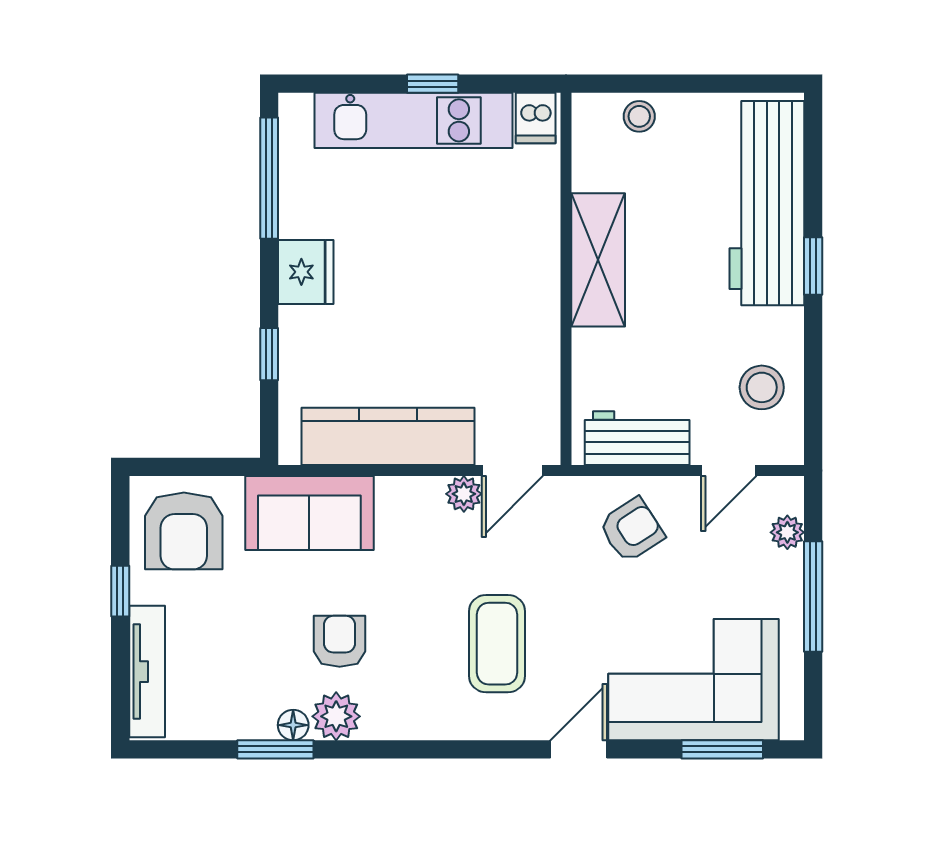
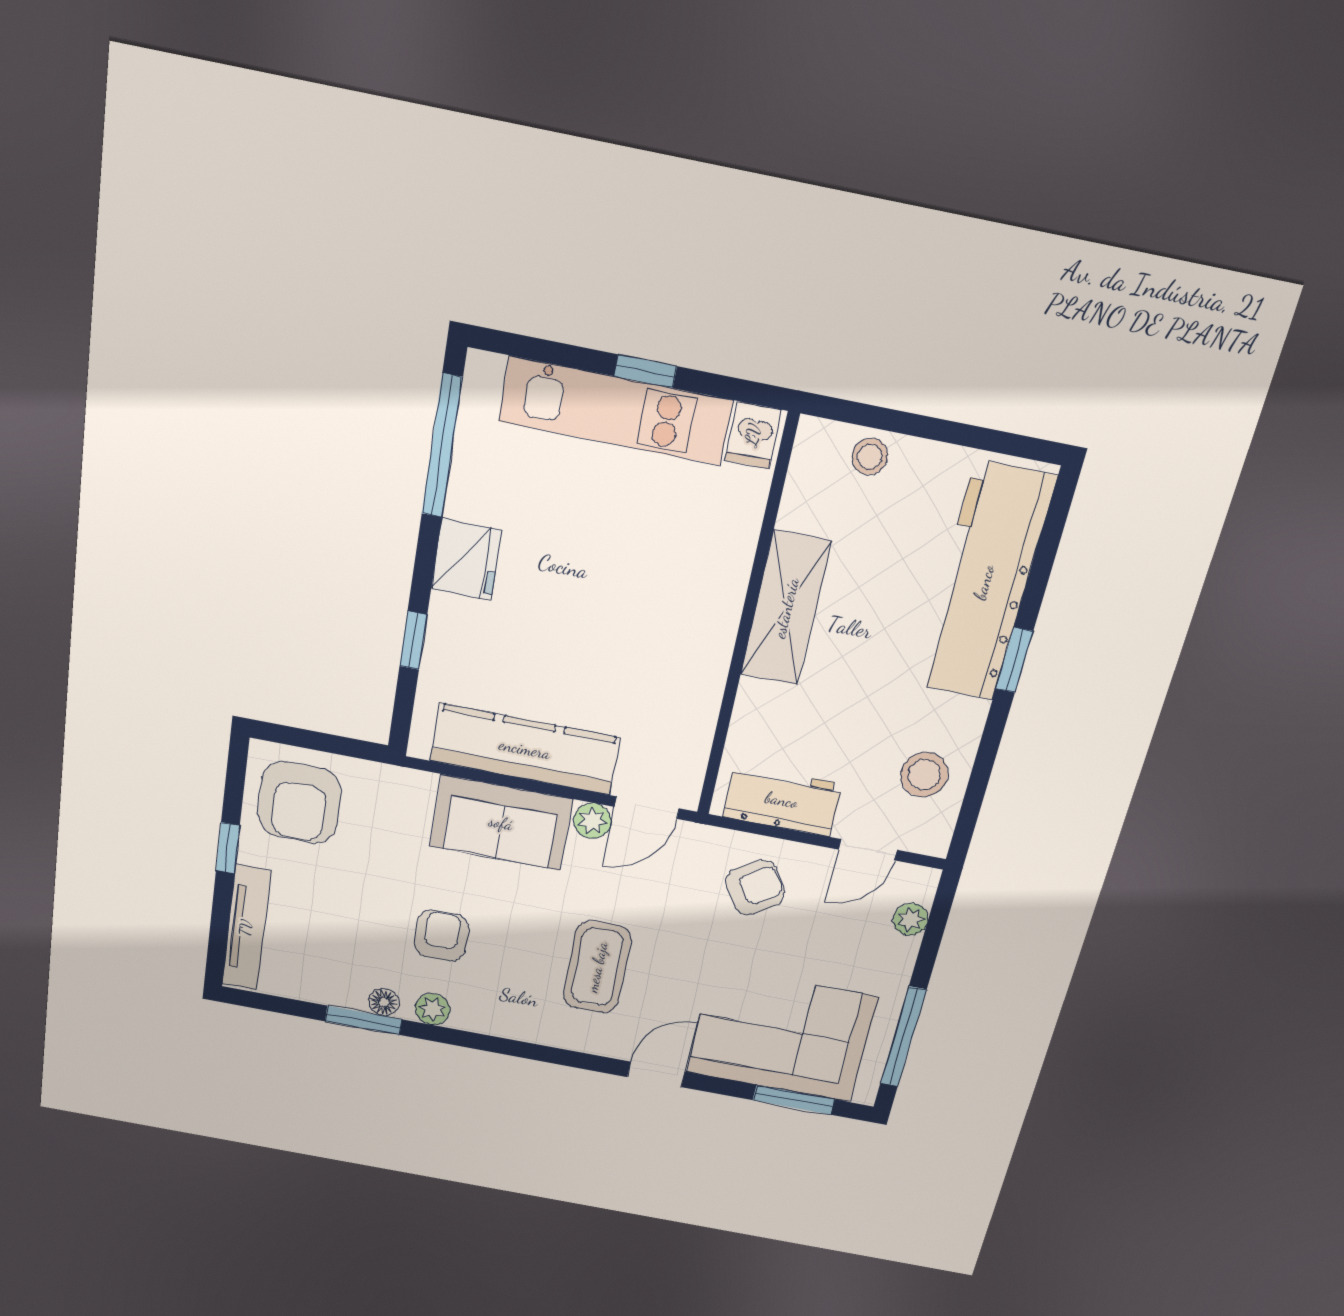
sofa: (309, 513) -> (501, 823), moved
window: (813, 596) -> (903, 1037), moved
plant: (336, 716) -> (433, 1009), width x0.73, depth x0.73

